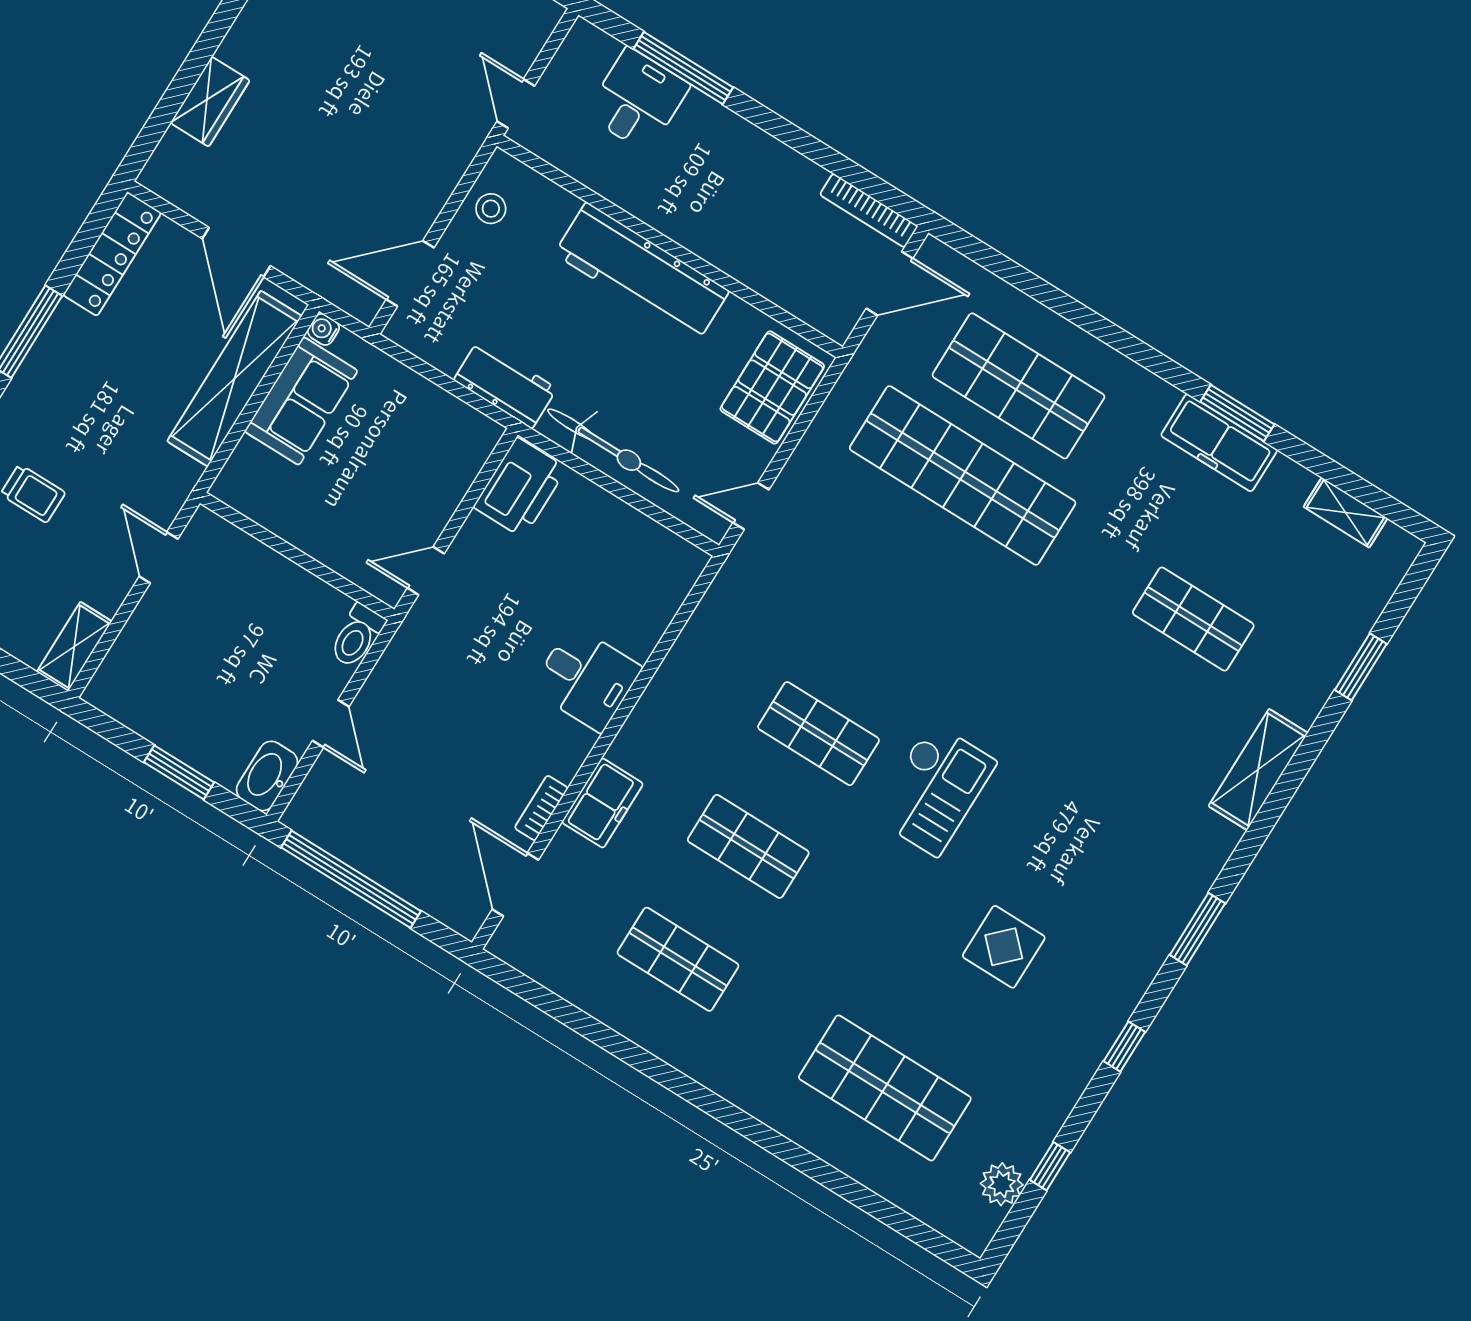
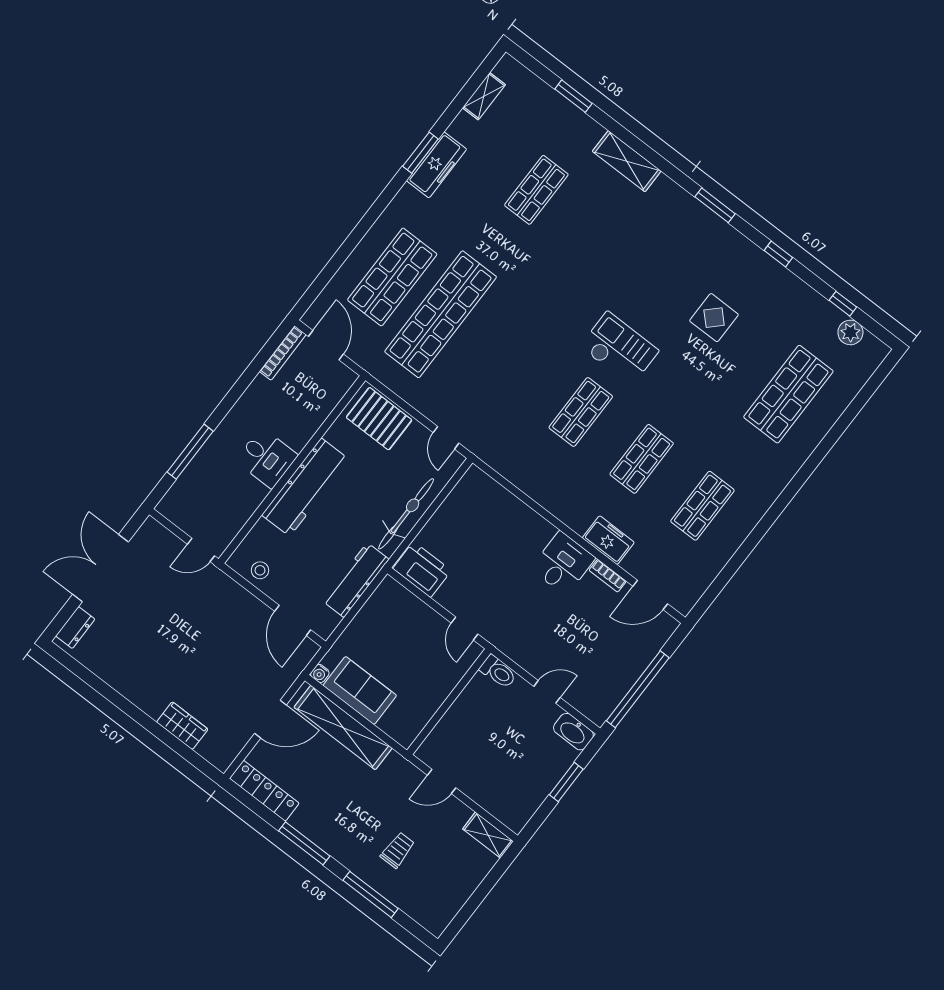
desk: (638, 100) -> (267, 458), moved, turned 180
workbench: (505, 384) -> (356, 580), width x1.38
desk: (586, 678) -> (563, 563), moved

